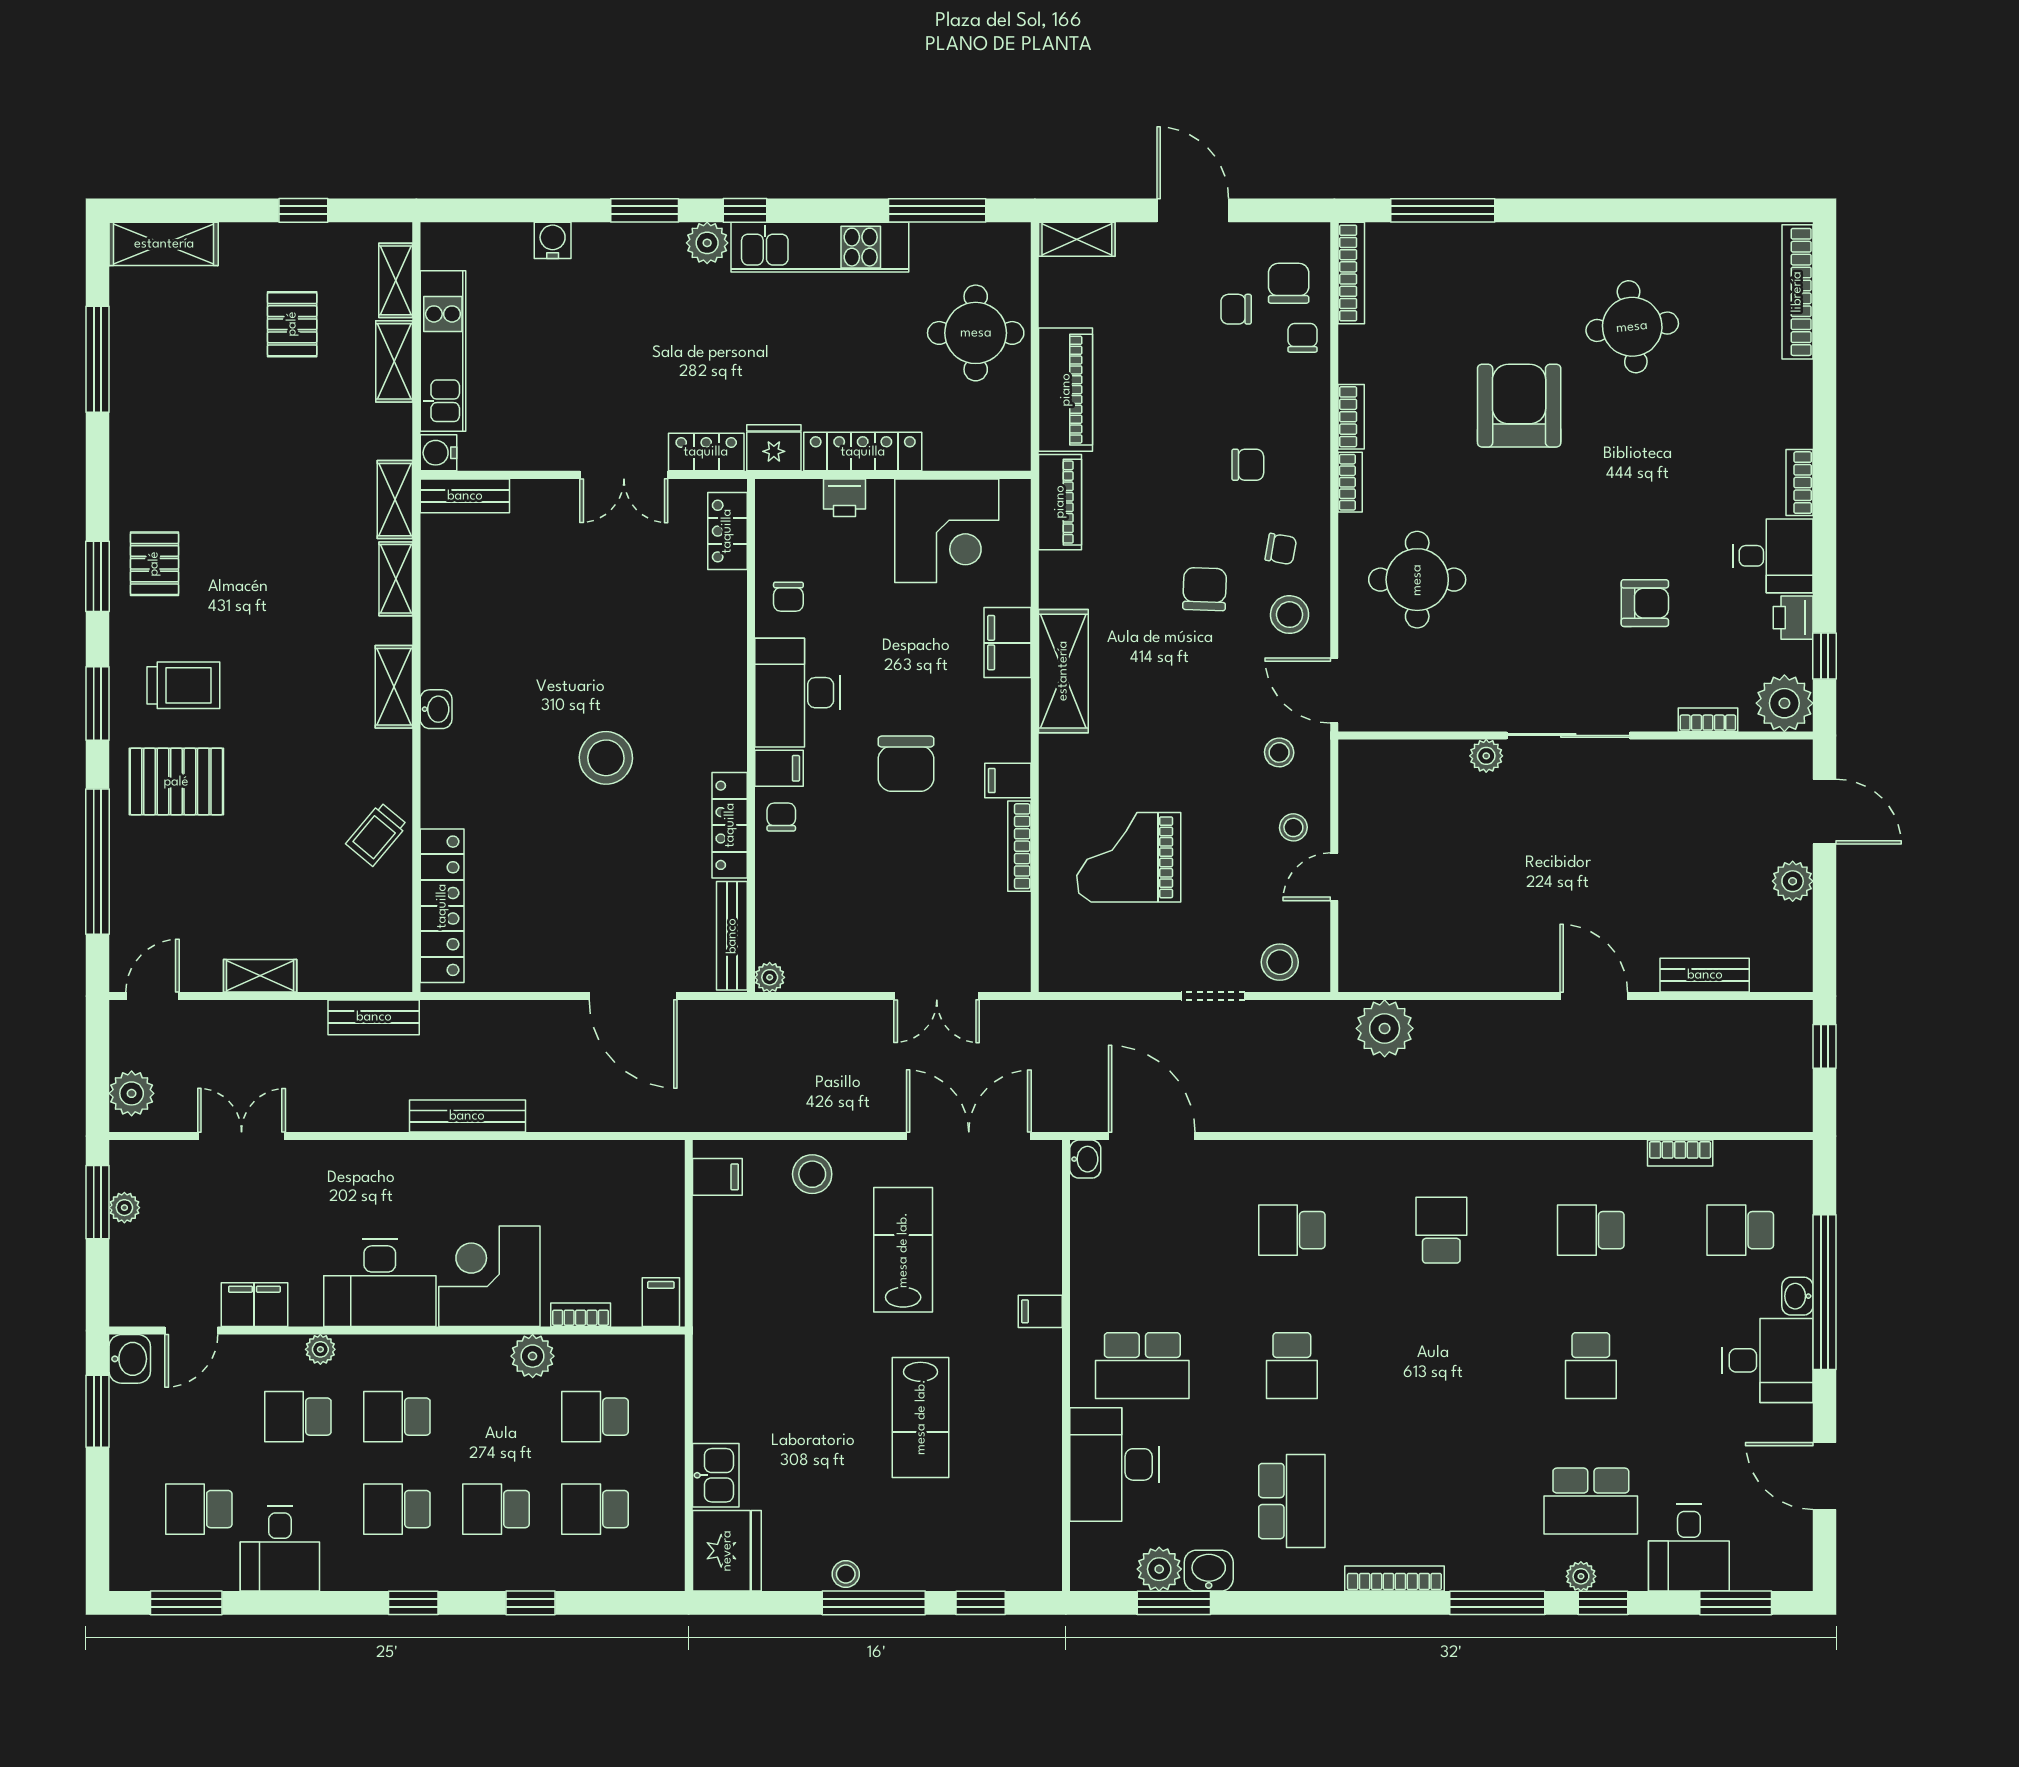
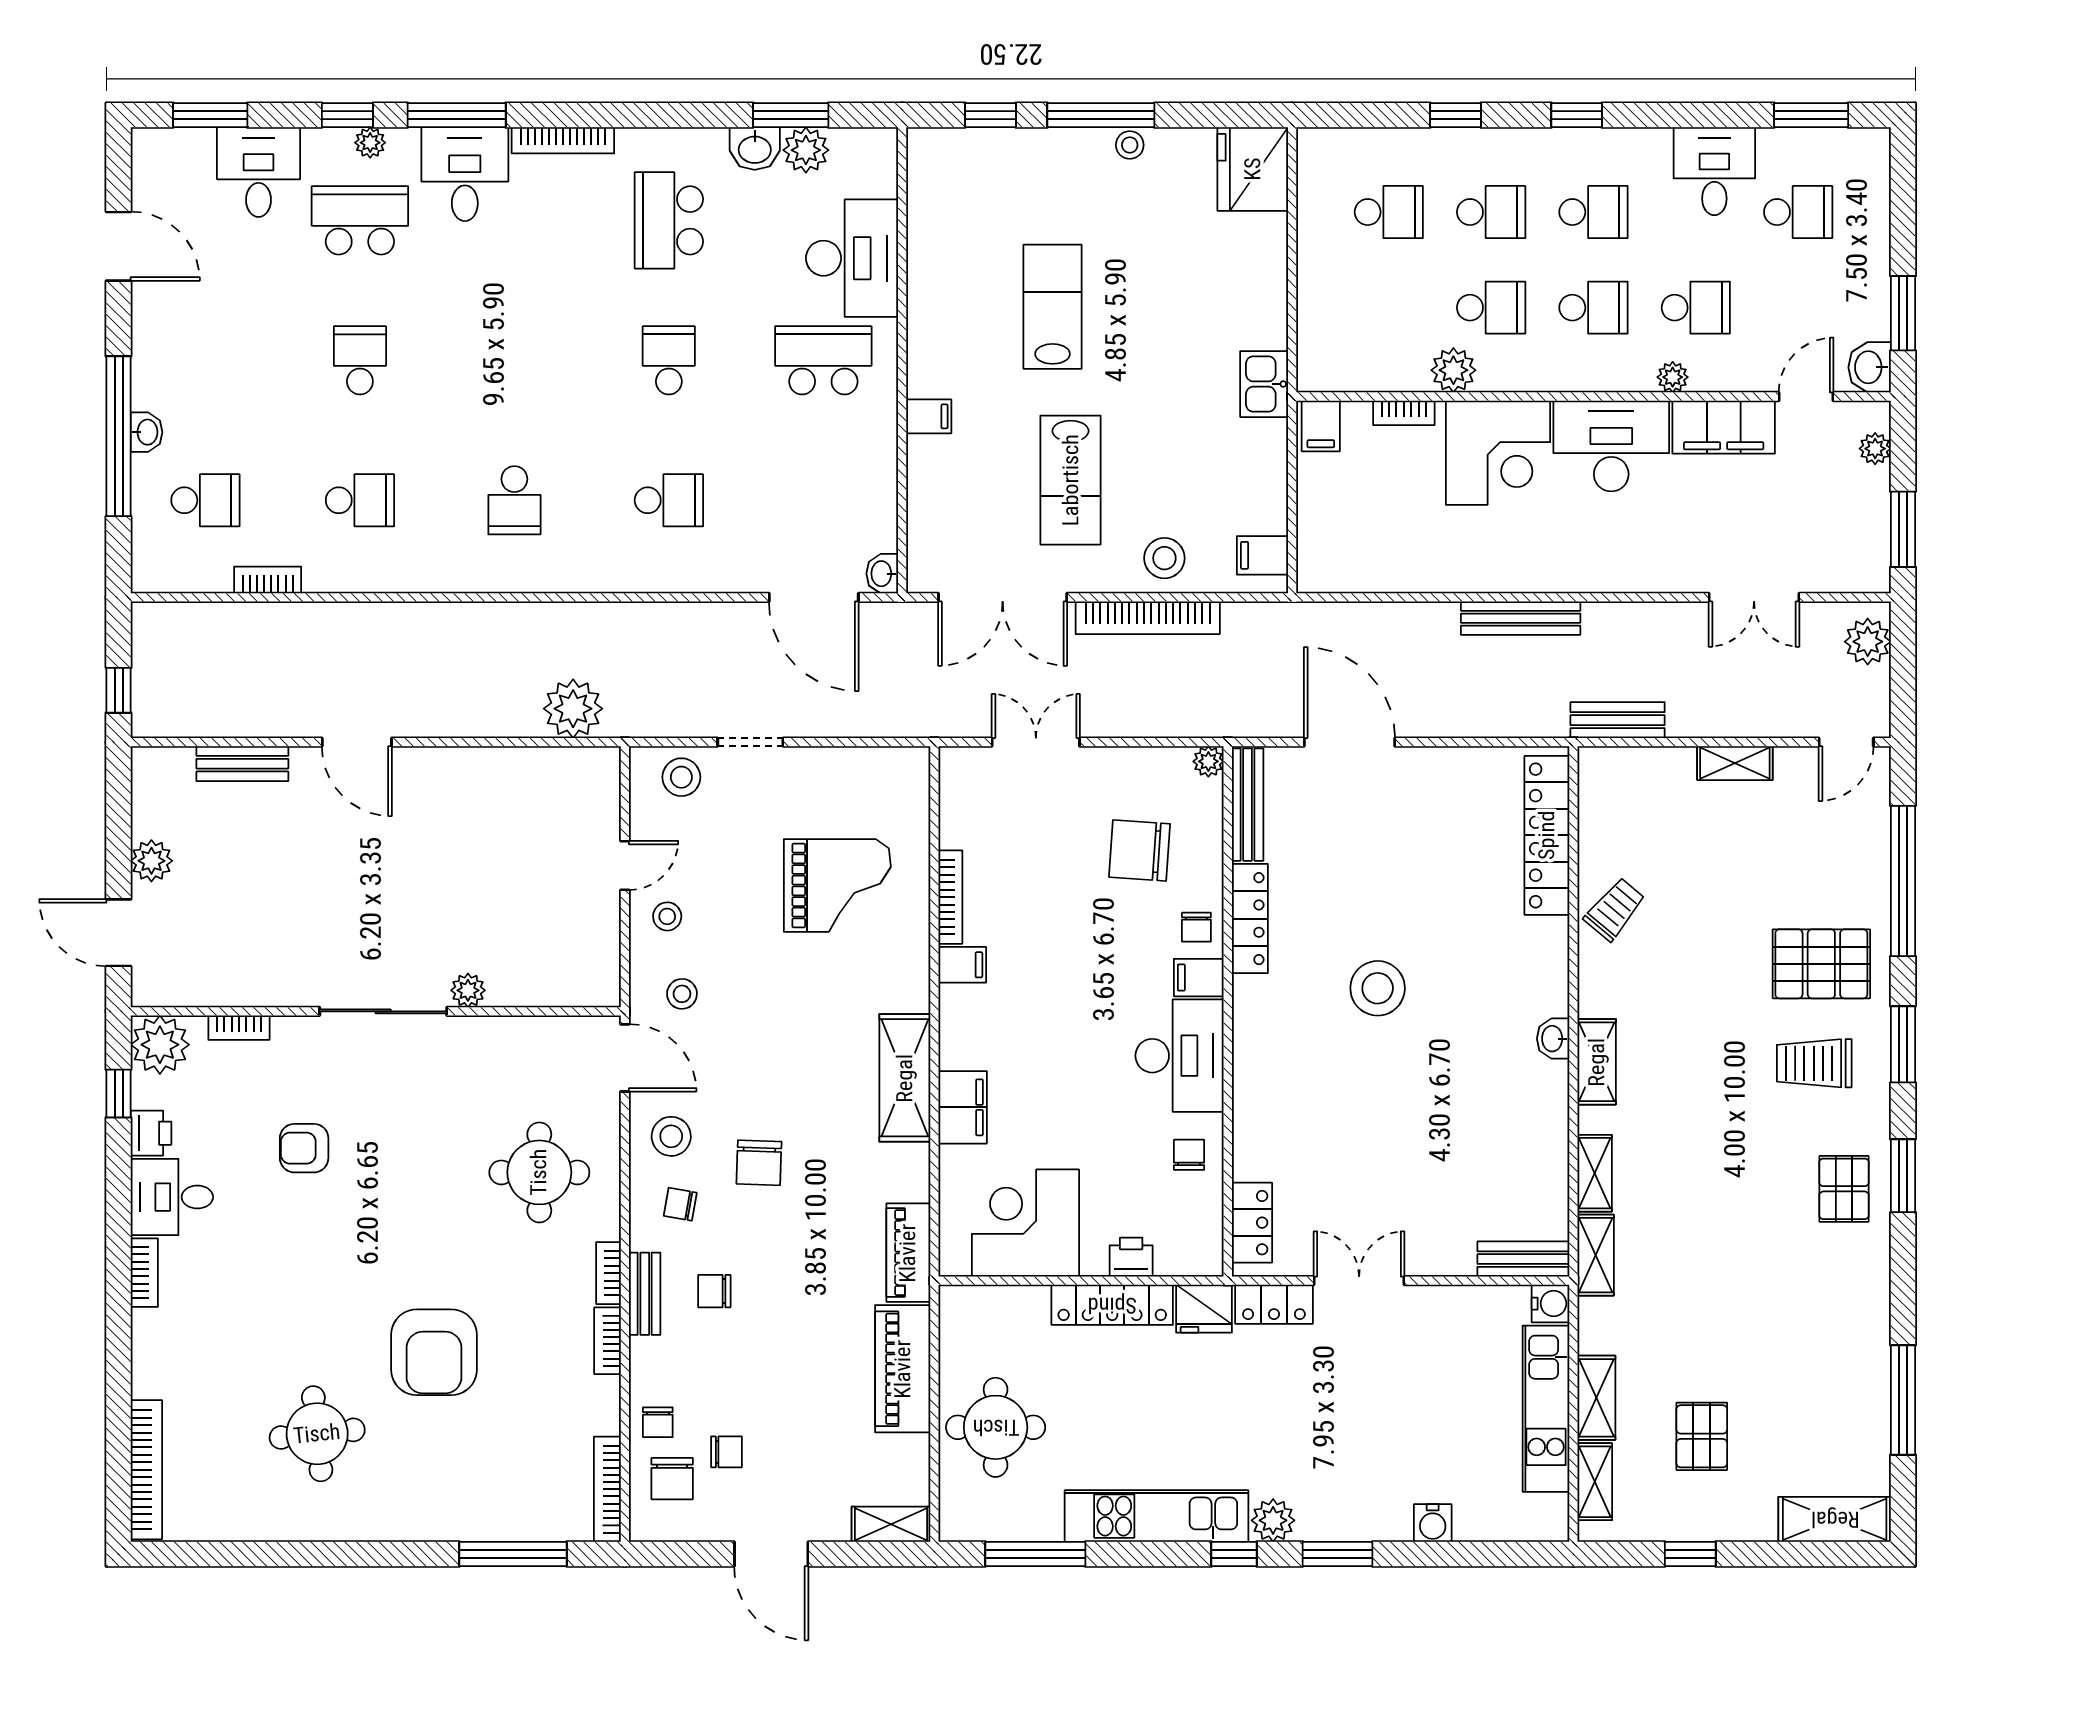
bench: (1315, 462) -> (645, 1294), added
chair: (906, 764) -> (1140, 850), moved, turned -86
bookcase: (828, 1116) -> (1148, 618), added
plant: (124, 1208) -> (1875, 449), moved
filing cabinet: (254, 1305) -> (1724, 427), width x1.50, depth x1.17
desk: (1767, 1360) -> (465, 174), moved, turned 90
school desk: (595, 1417) -> (1491, 308), moved
kitchen sink: (716, 1475) -> (1264, 384), moved

